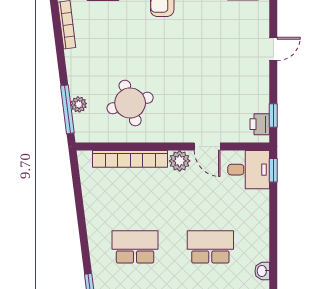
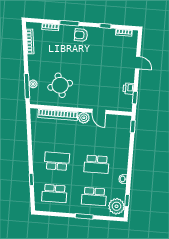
door: (273, 49) -> (138, 63), hinge flipped
printer: (260, 124) -> (129, 89), moved
desk: (249, 170) -> (120, 125), removed
school desk: (210, 247) -> (97, 164), turned 180

